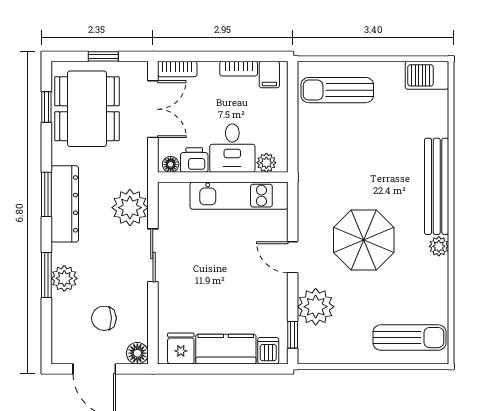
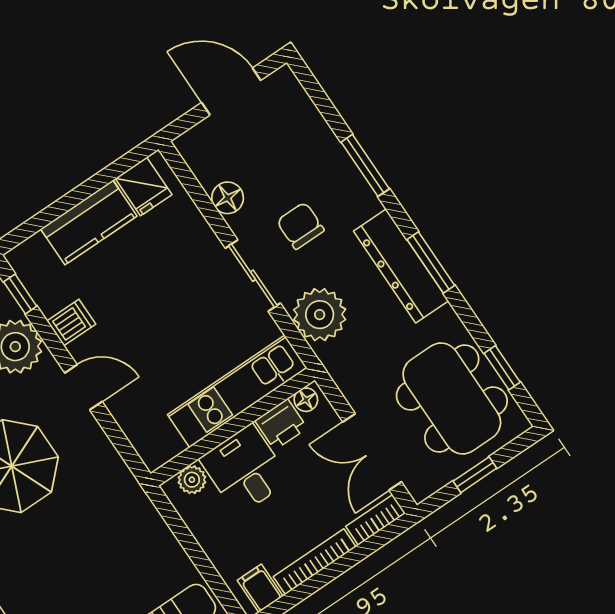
bookcase: (239, 69) -> (315, 562), width x1.56
kitchen unit: (239, 196) -> (237, 391), moved
plant: (64, 278) -> (341, 176), removed
chair: (104, 318) -> (300, 226), moved, turned -90
dishwasher: (268, 351) -> (71, 322), moved, turned -90
floor lamp: (137, 353) -> (228, 198), moved

